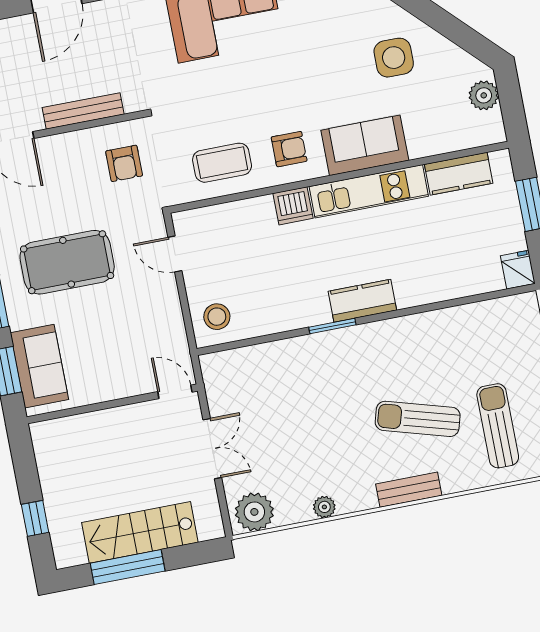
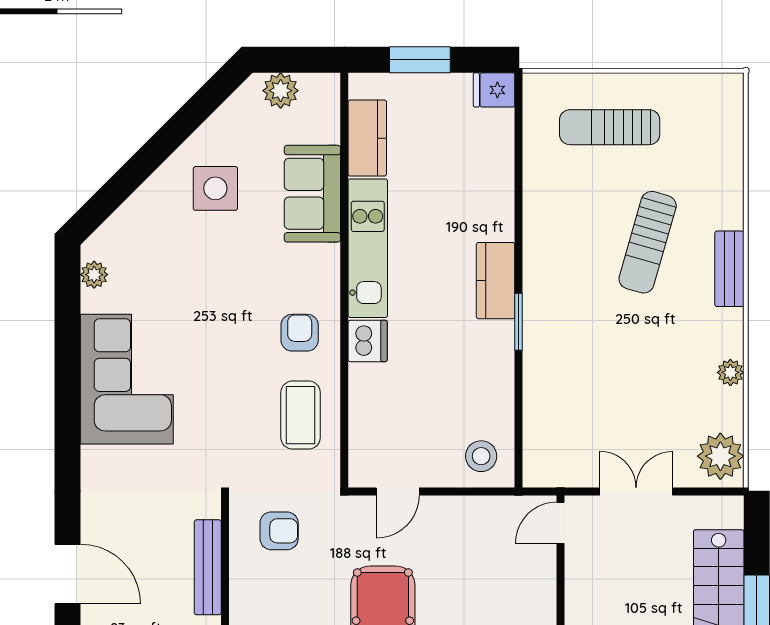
sofa: (365, 145) -> (312, 194), moved
sun lounger: (498, 426) -> (610, 127), moved

